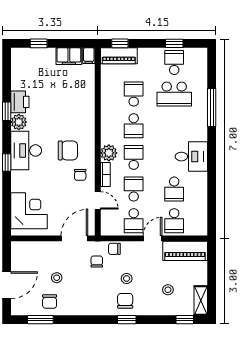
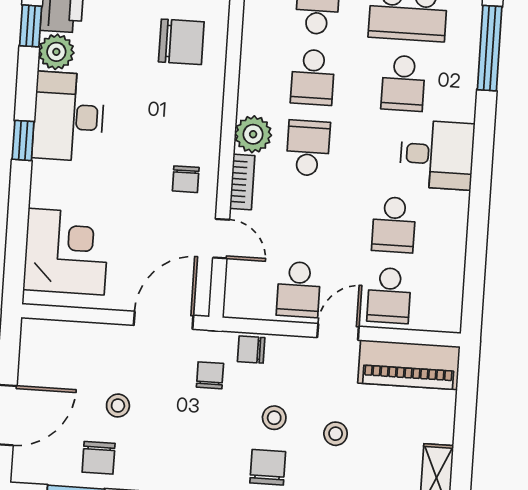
chair: (68, 150) -> (181, 42), moved
school desk: (134, 189) -> (403, 83), moved, turned 180
stool: (168, 290) -> (336, 434), moved

